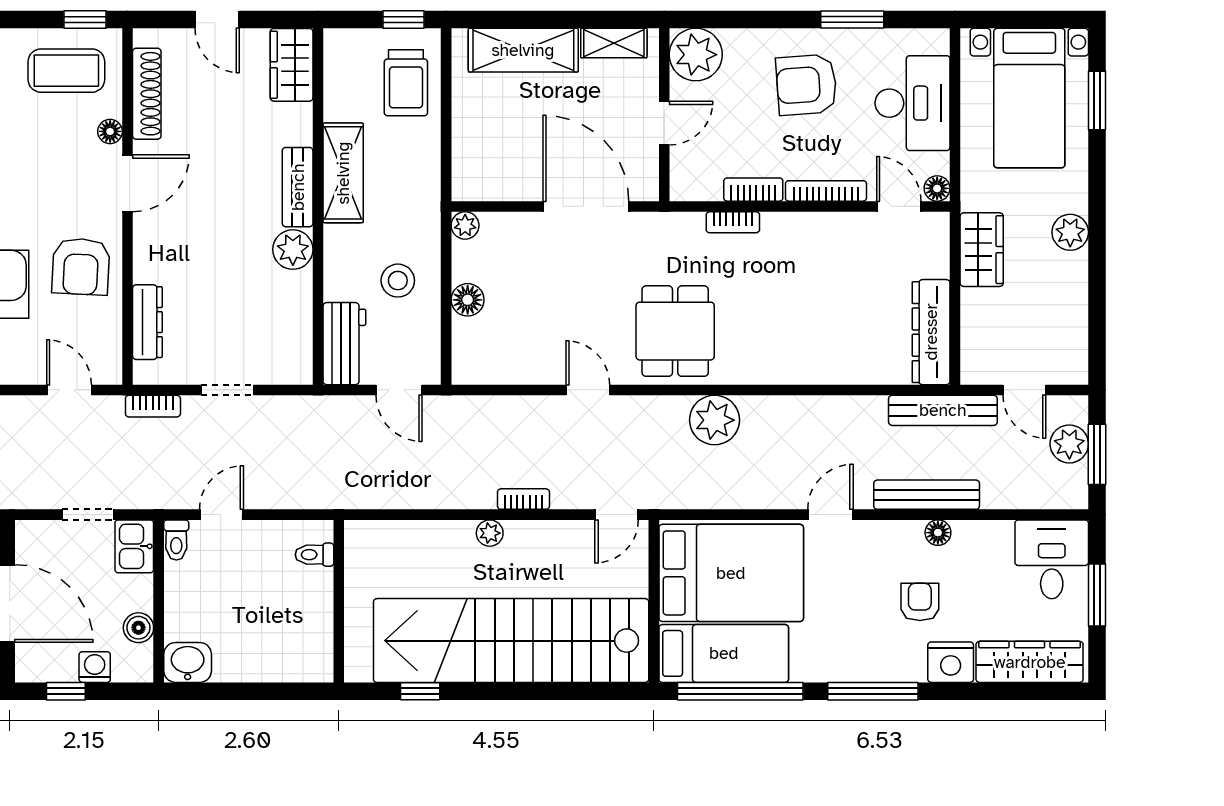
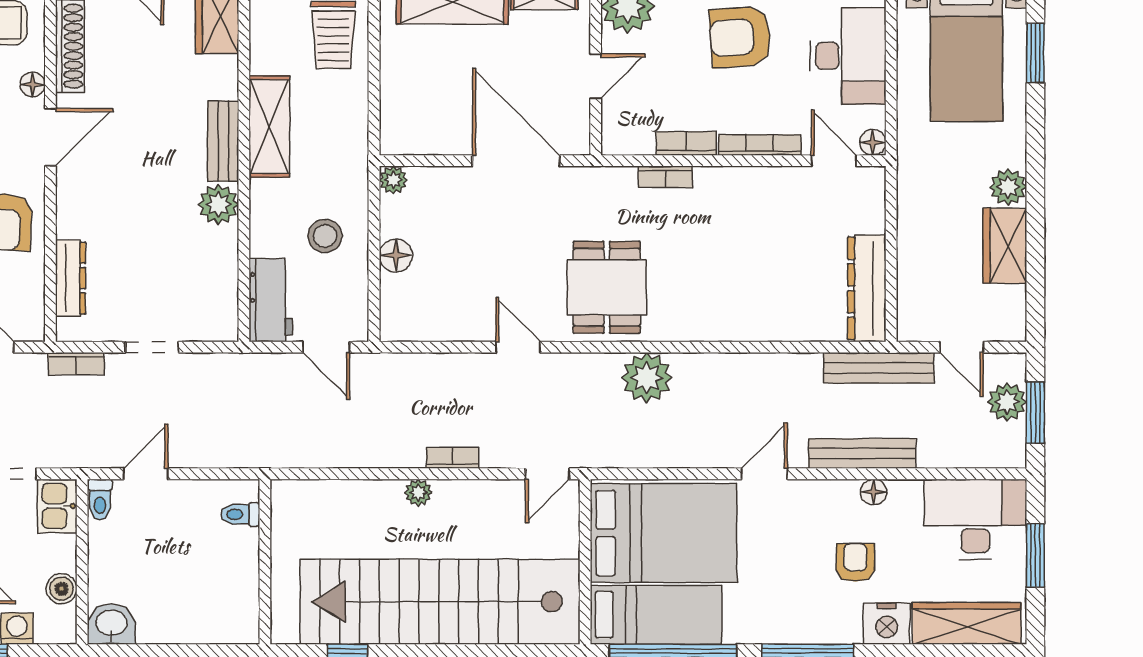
wardrobe: (982, 250) -> (1005, 246), moved, turned 180
desk: (1052, 559) -> (975, 519), width x1.37

